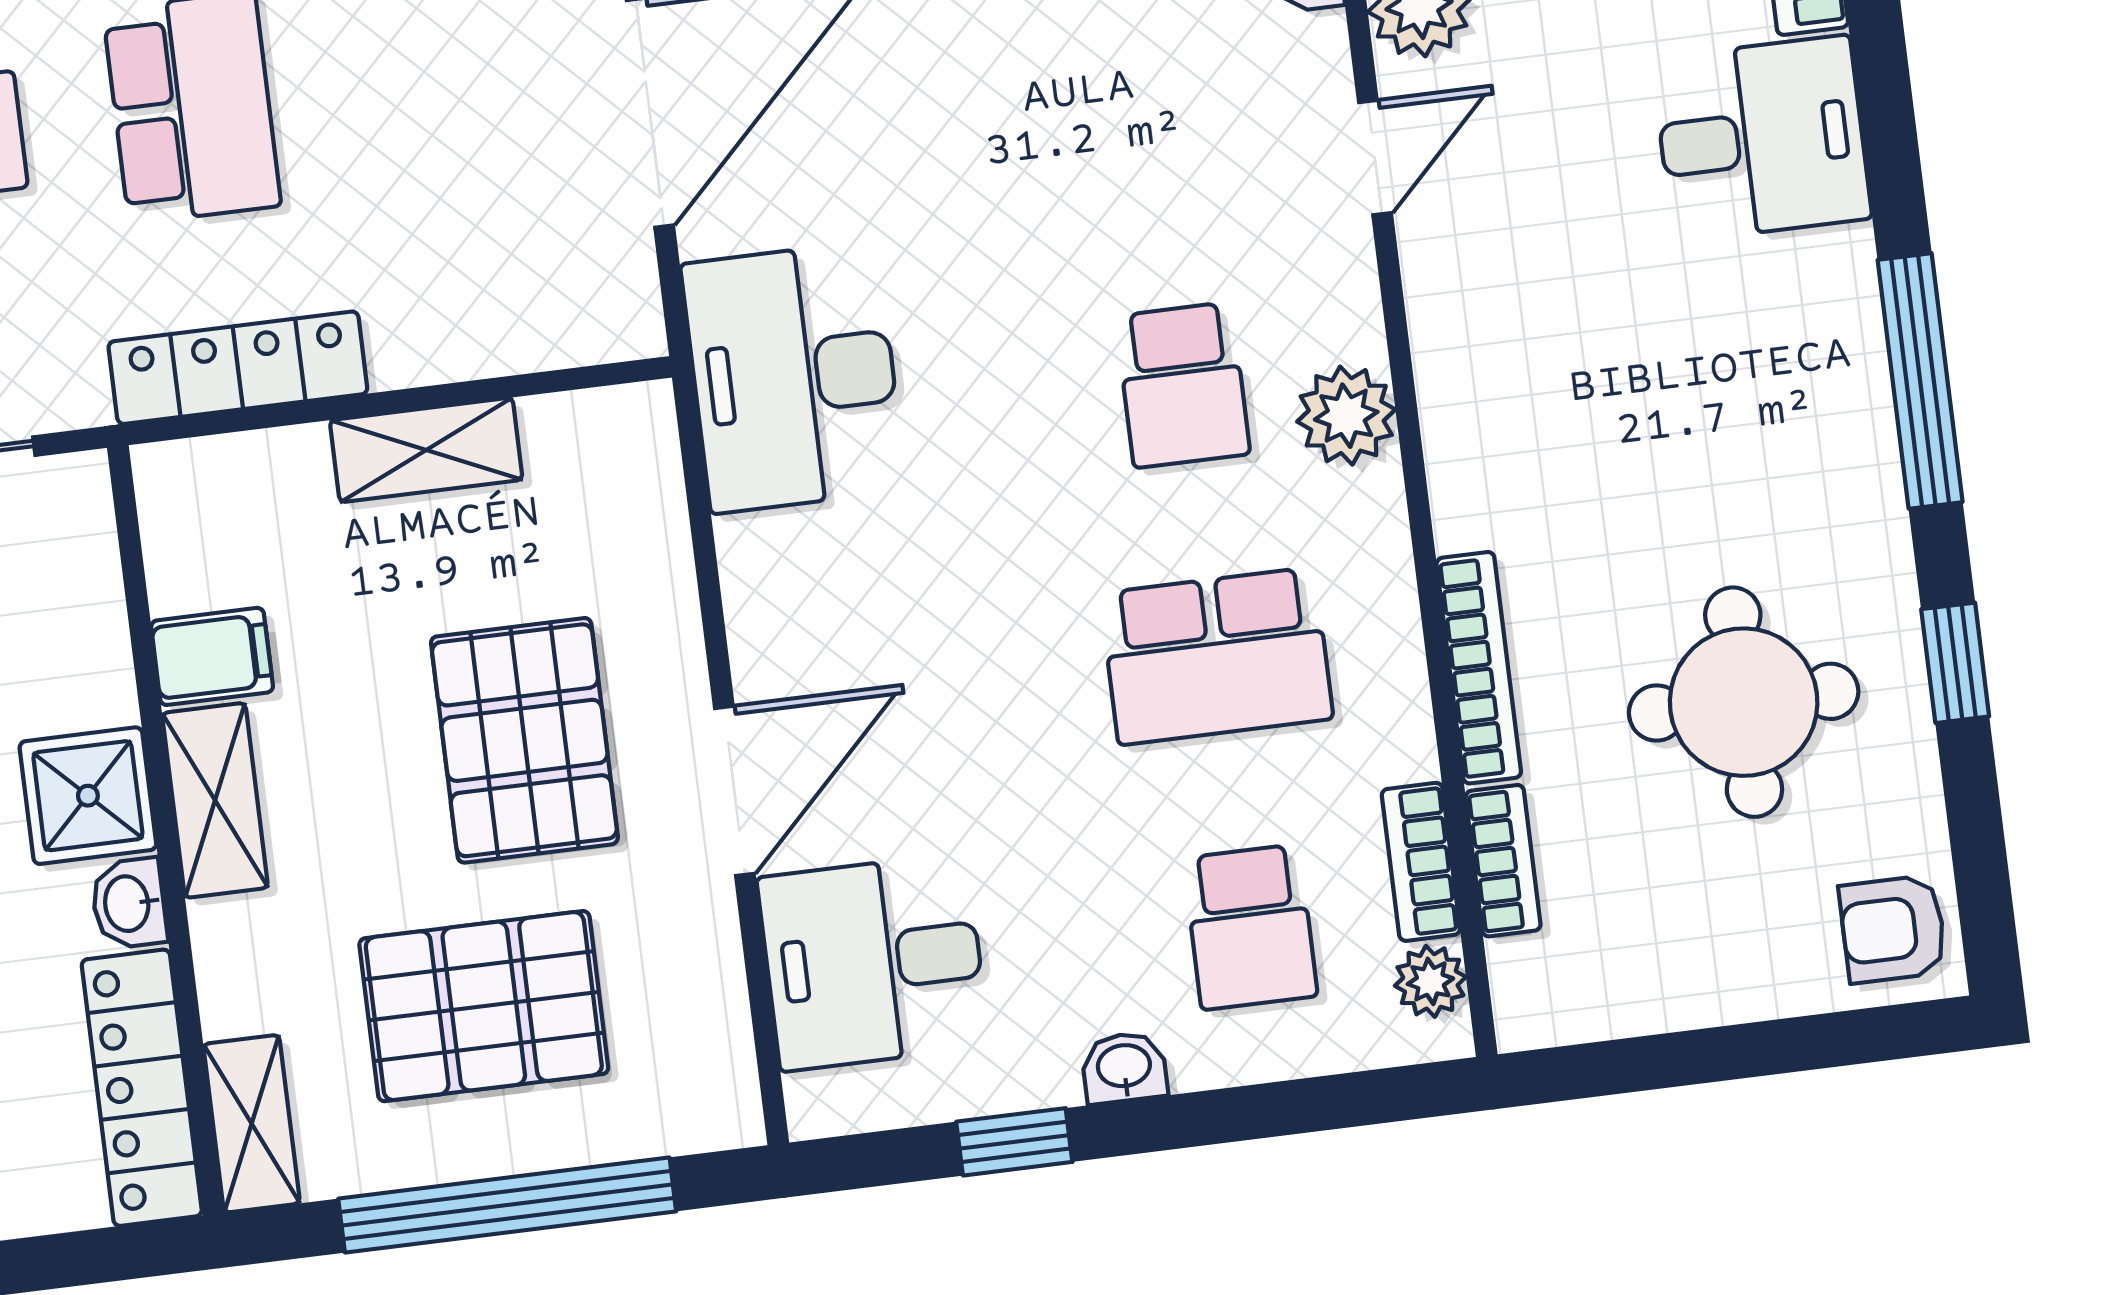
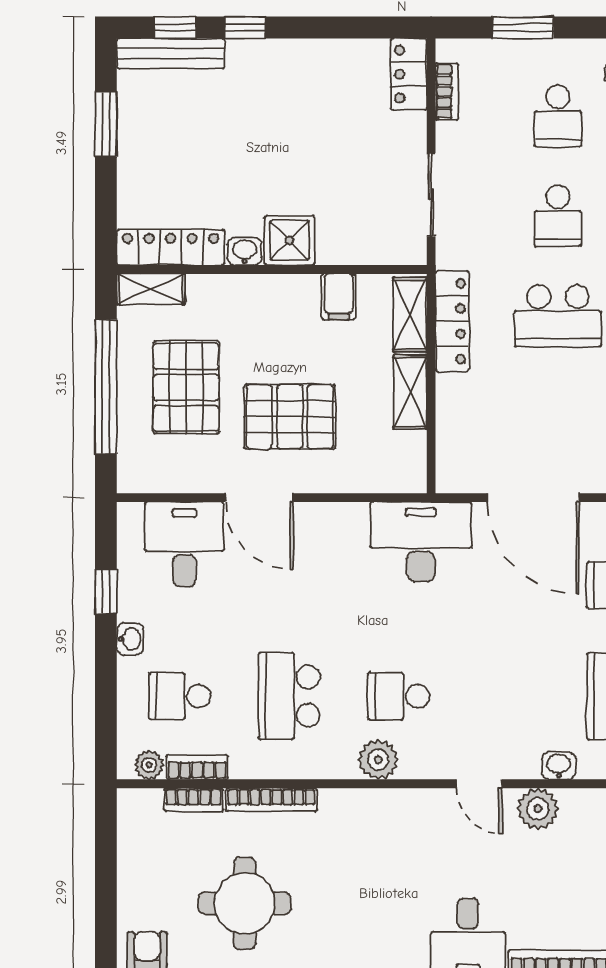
shelving: (215, 800) -> (410, 315), moved, turned 90

